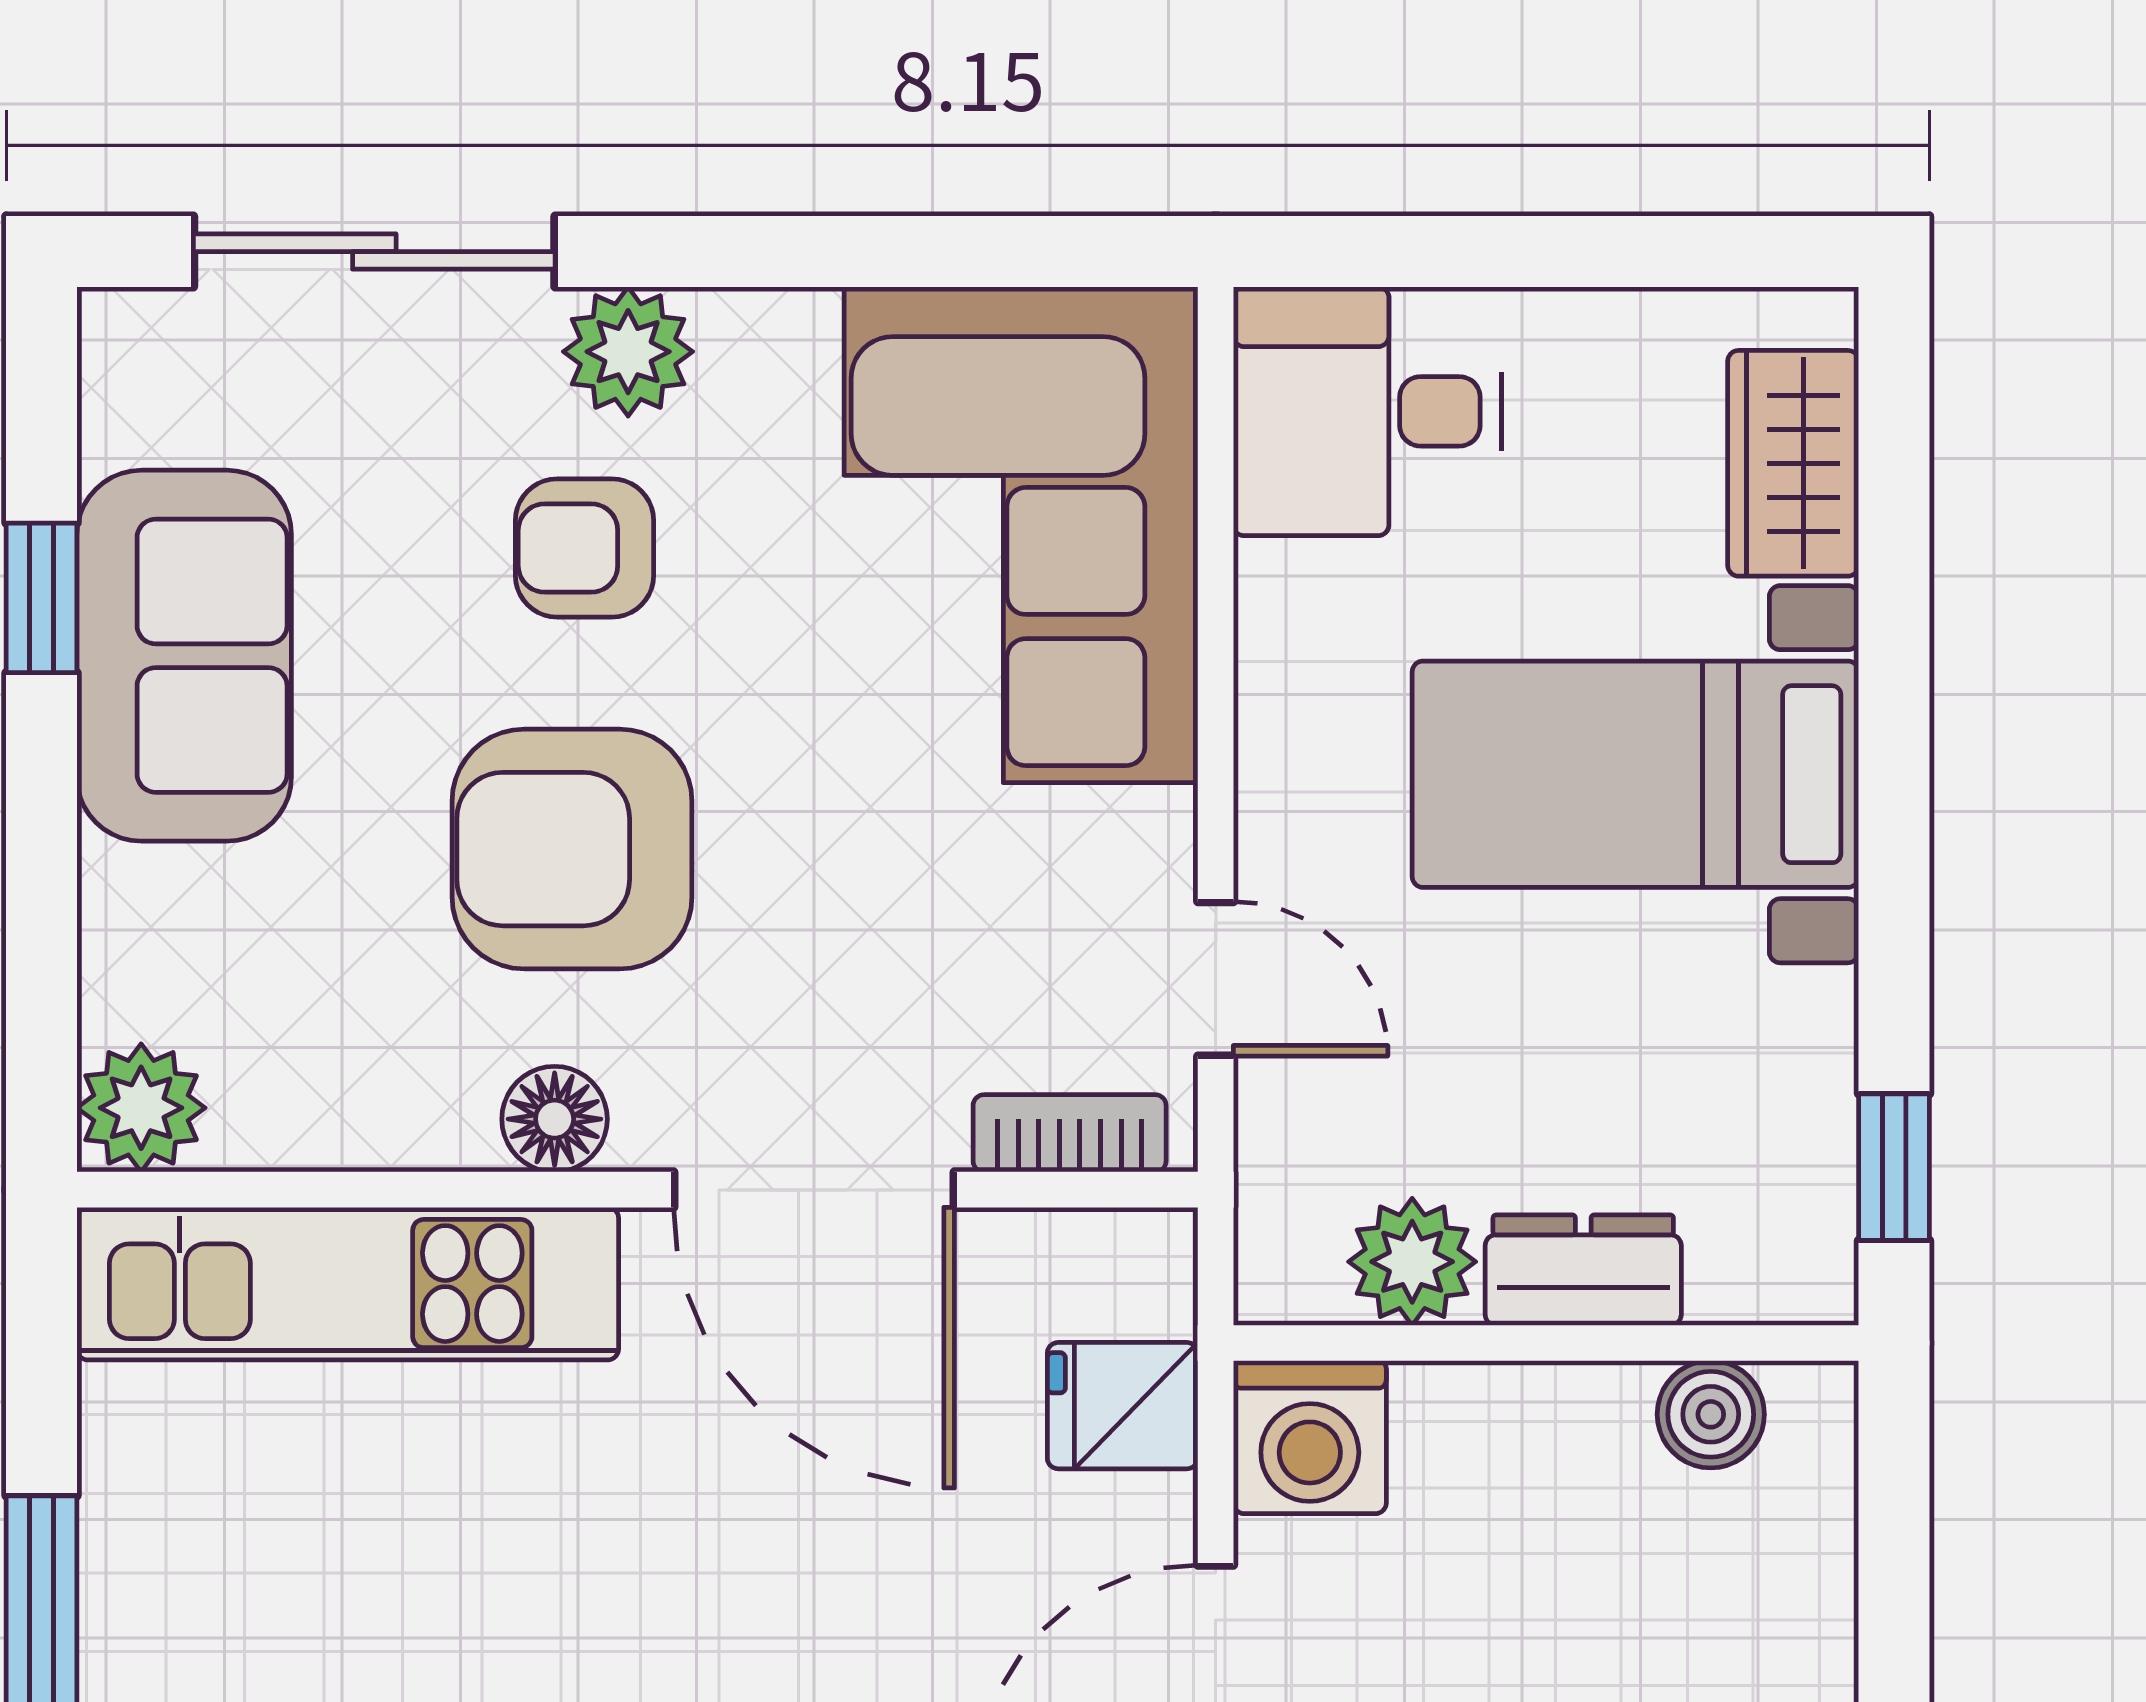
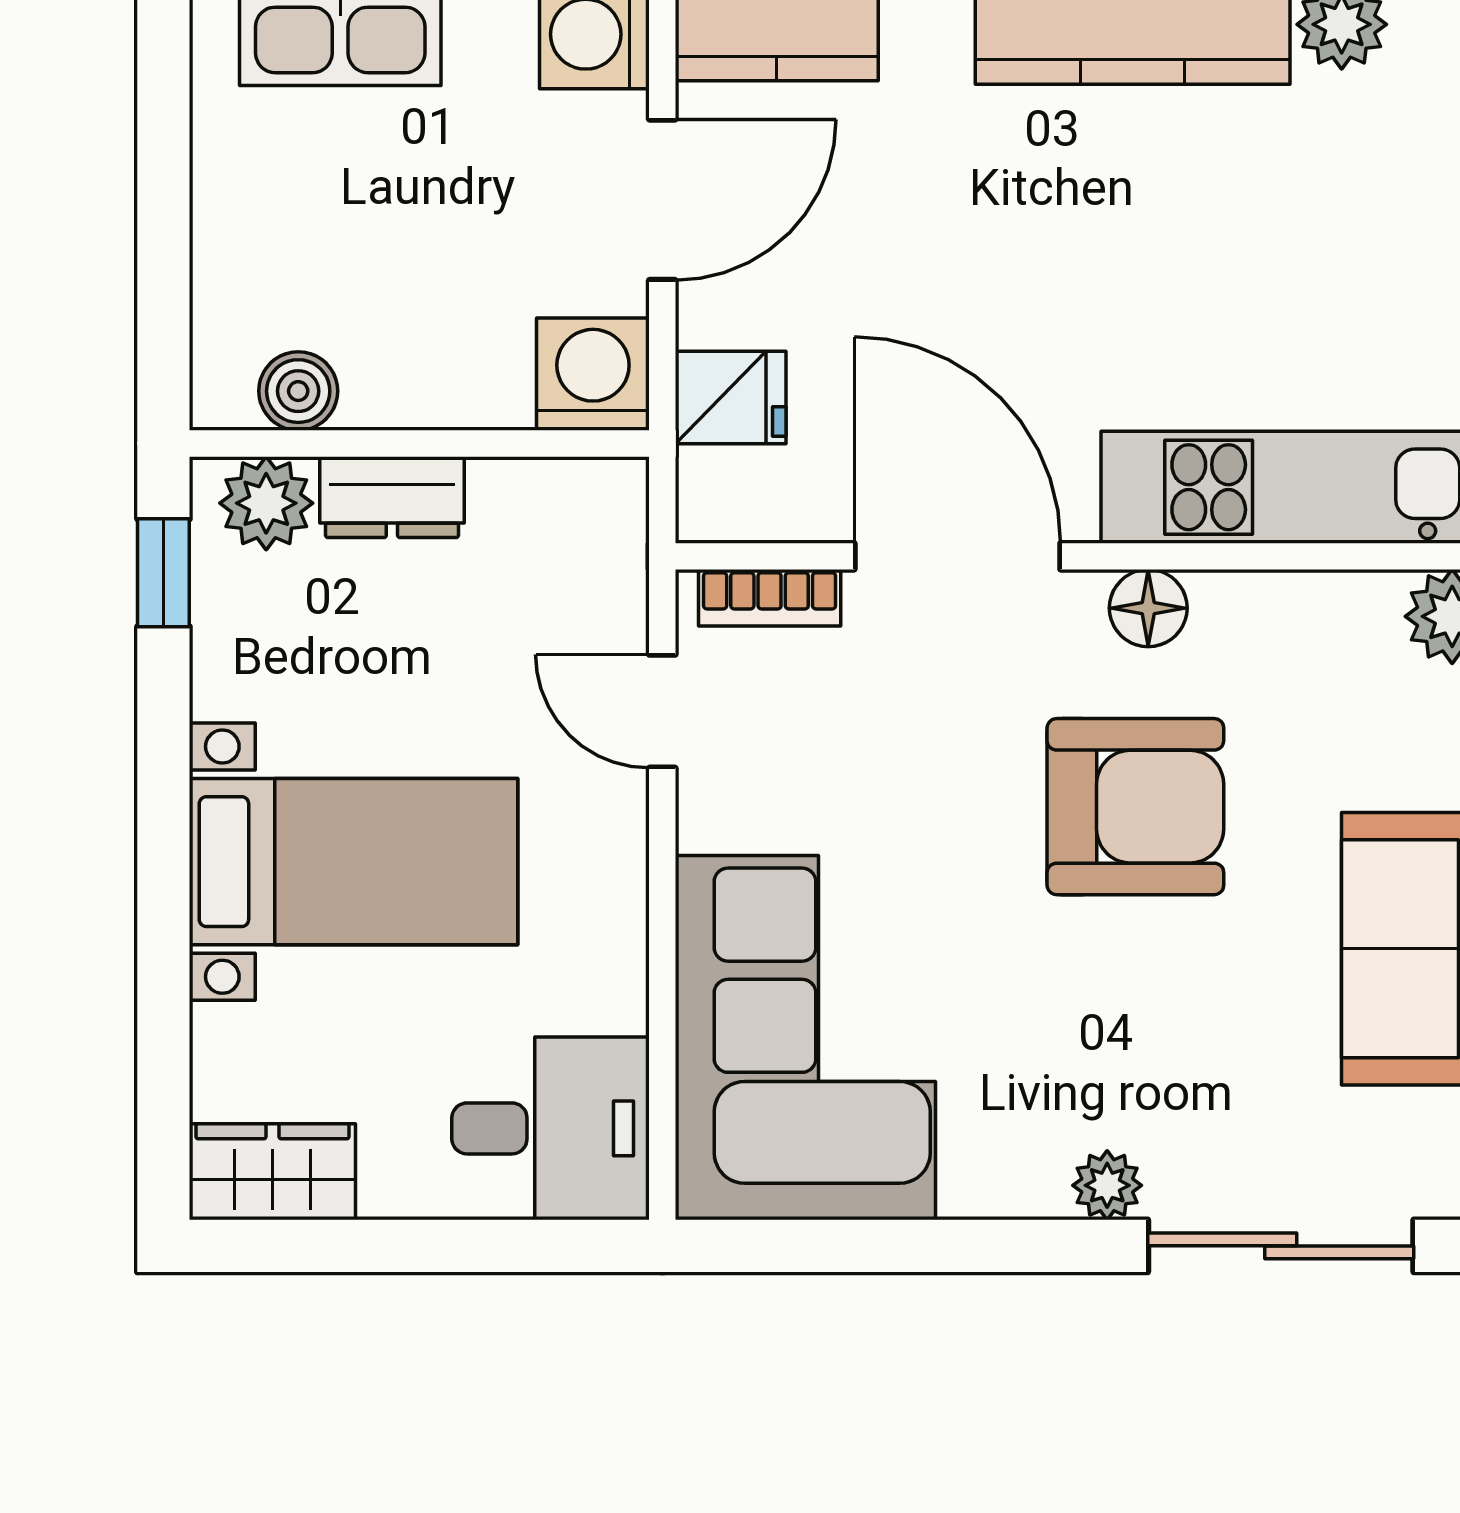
plant: (628, 352) -> (1107, 1185), width x0.73, depth x0.73
wardrobe: (1793, 463) -> (272, 1172), moved, turned -90
armchair: (585, 548) -> (1126, 1028), removed
plant: (1412, 1262) -> (266, 503), moved

